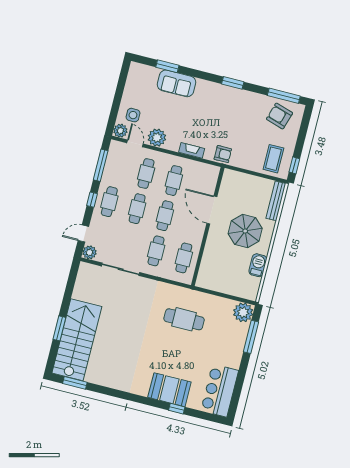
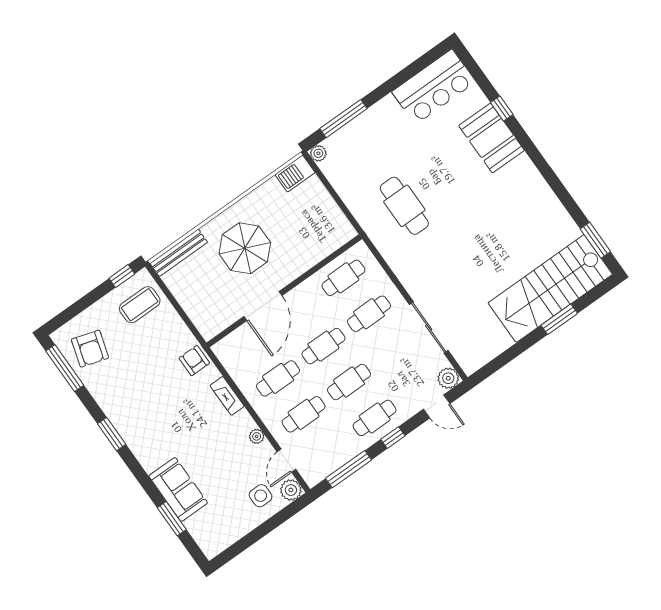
plant: (157, 138) -> (257, 436), width x0.53, depth x0.53
barbecue: (258, 265) -> (295, 174), moved
plant: (243, 312) -> (318, 153), width x0.53, depth x0.53

